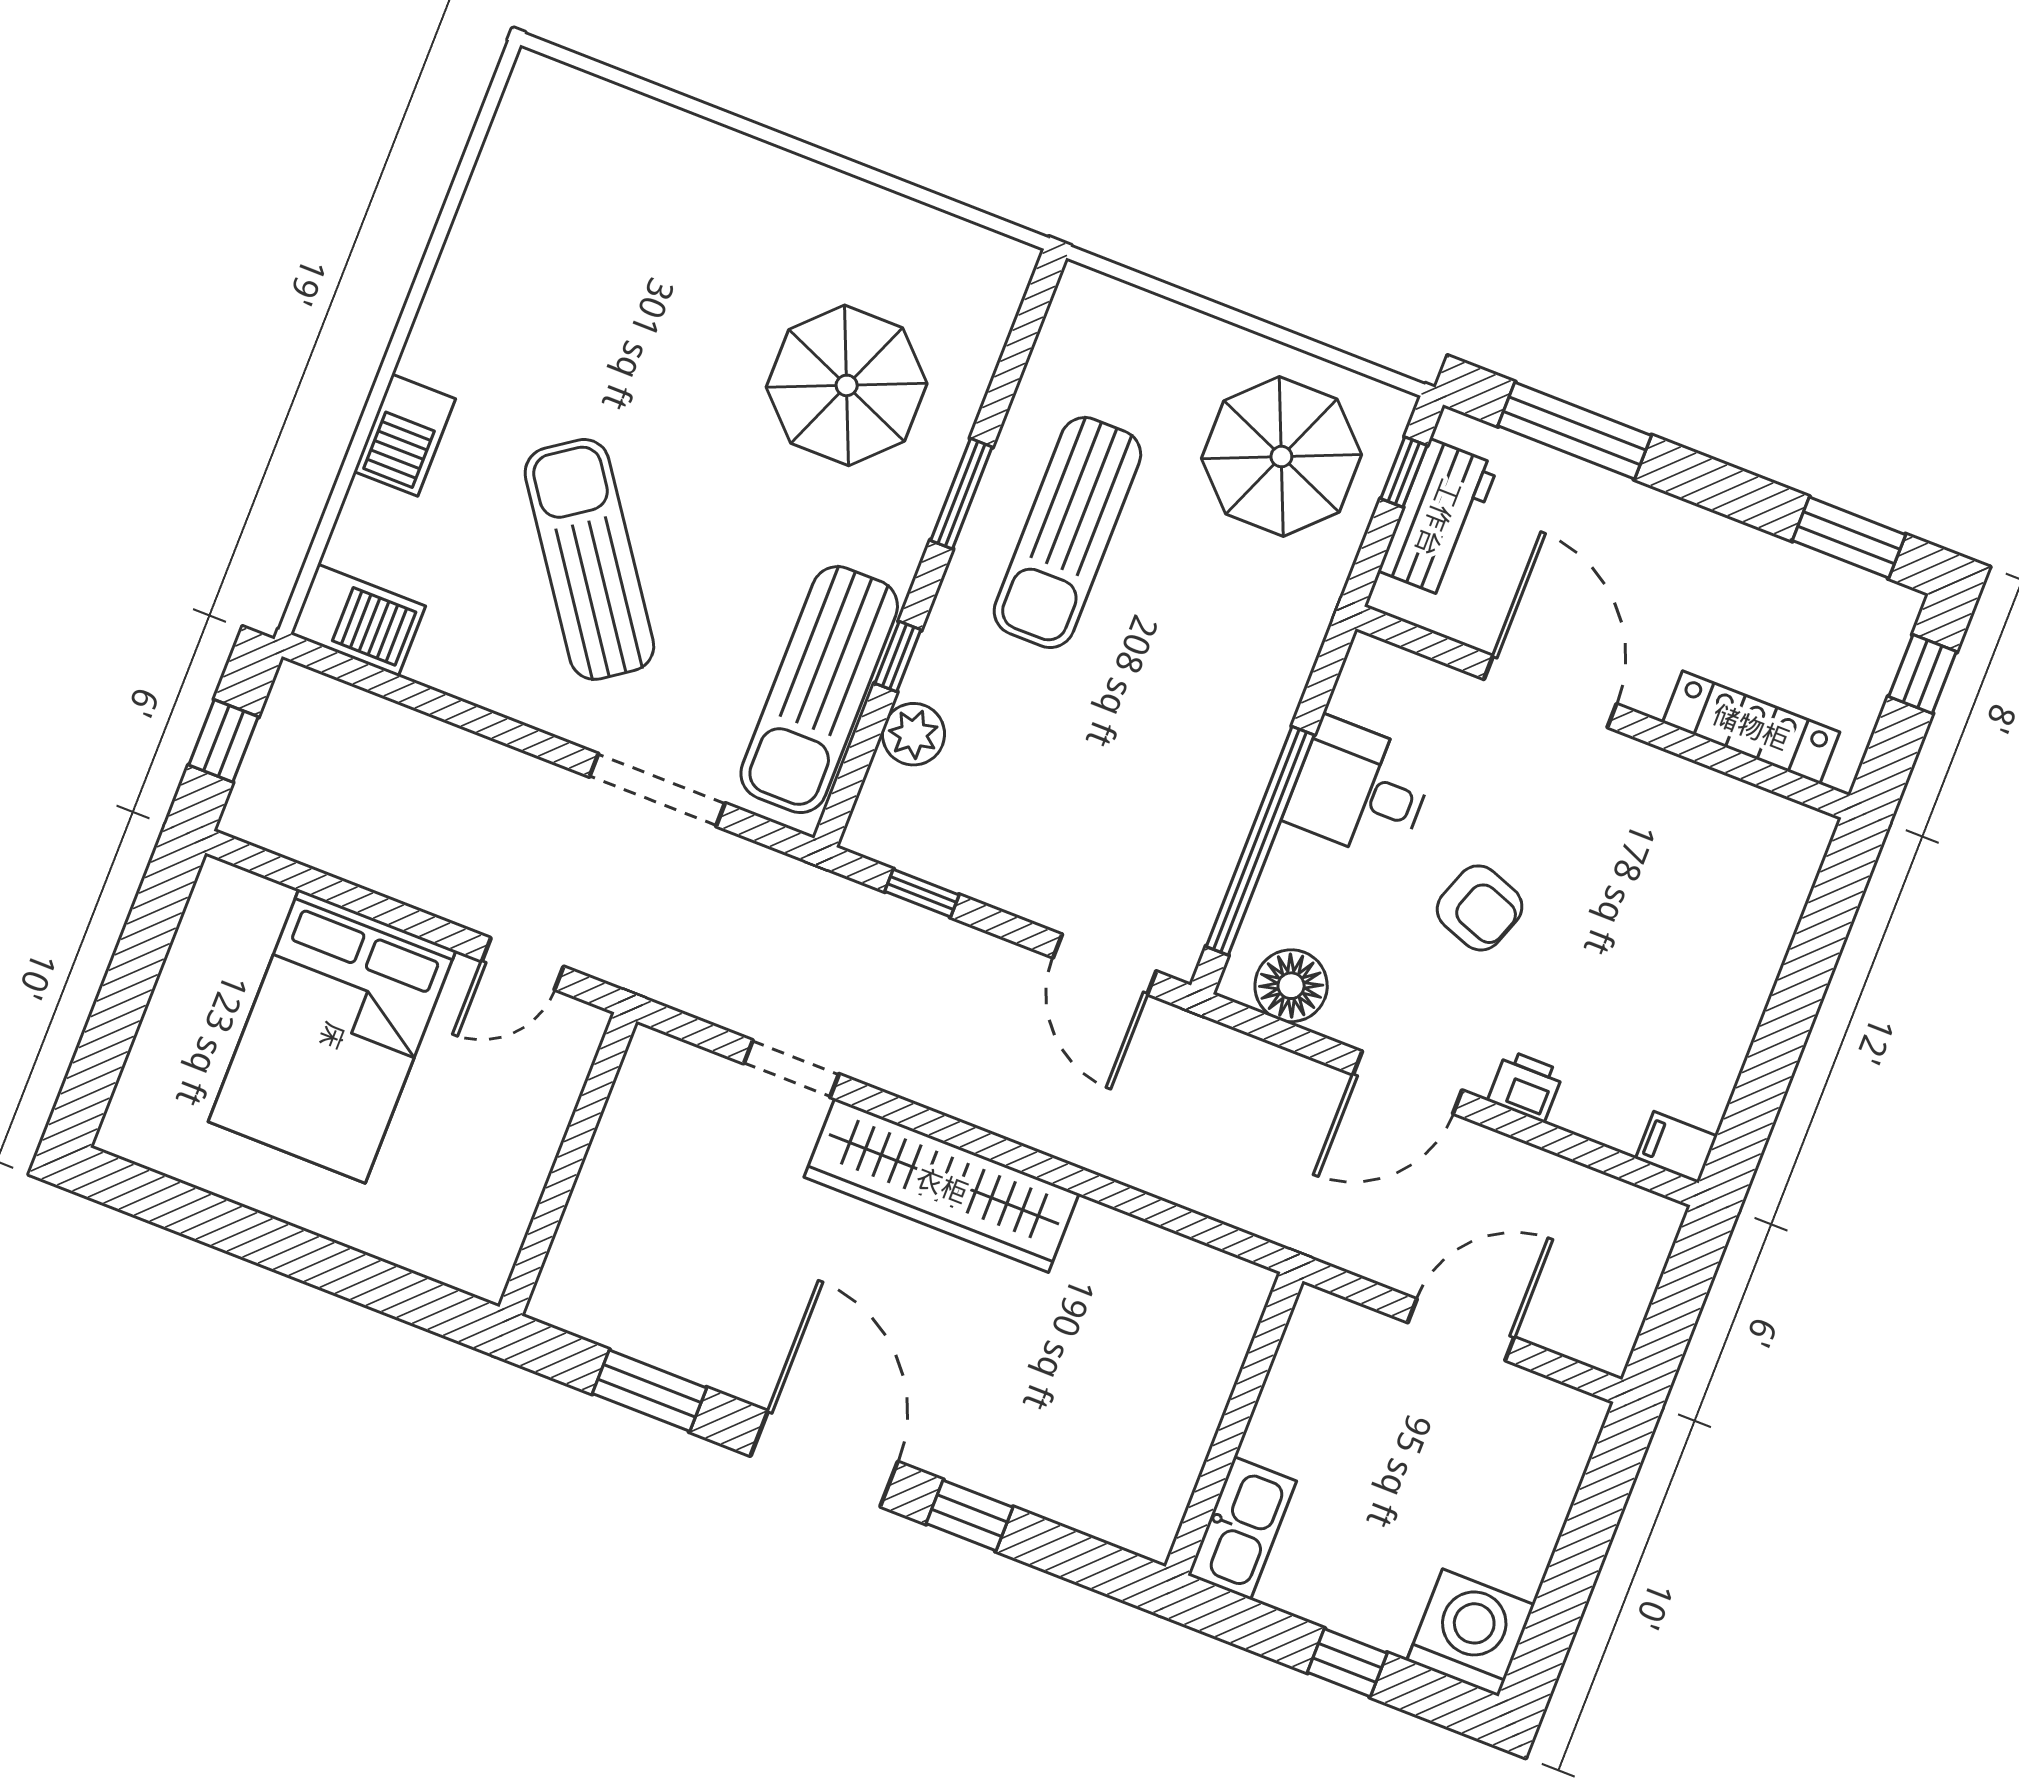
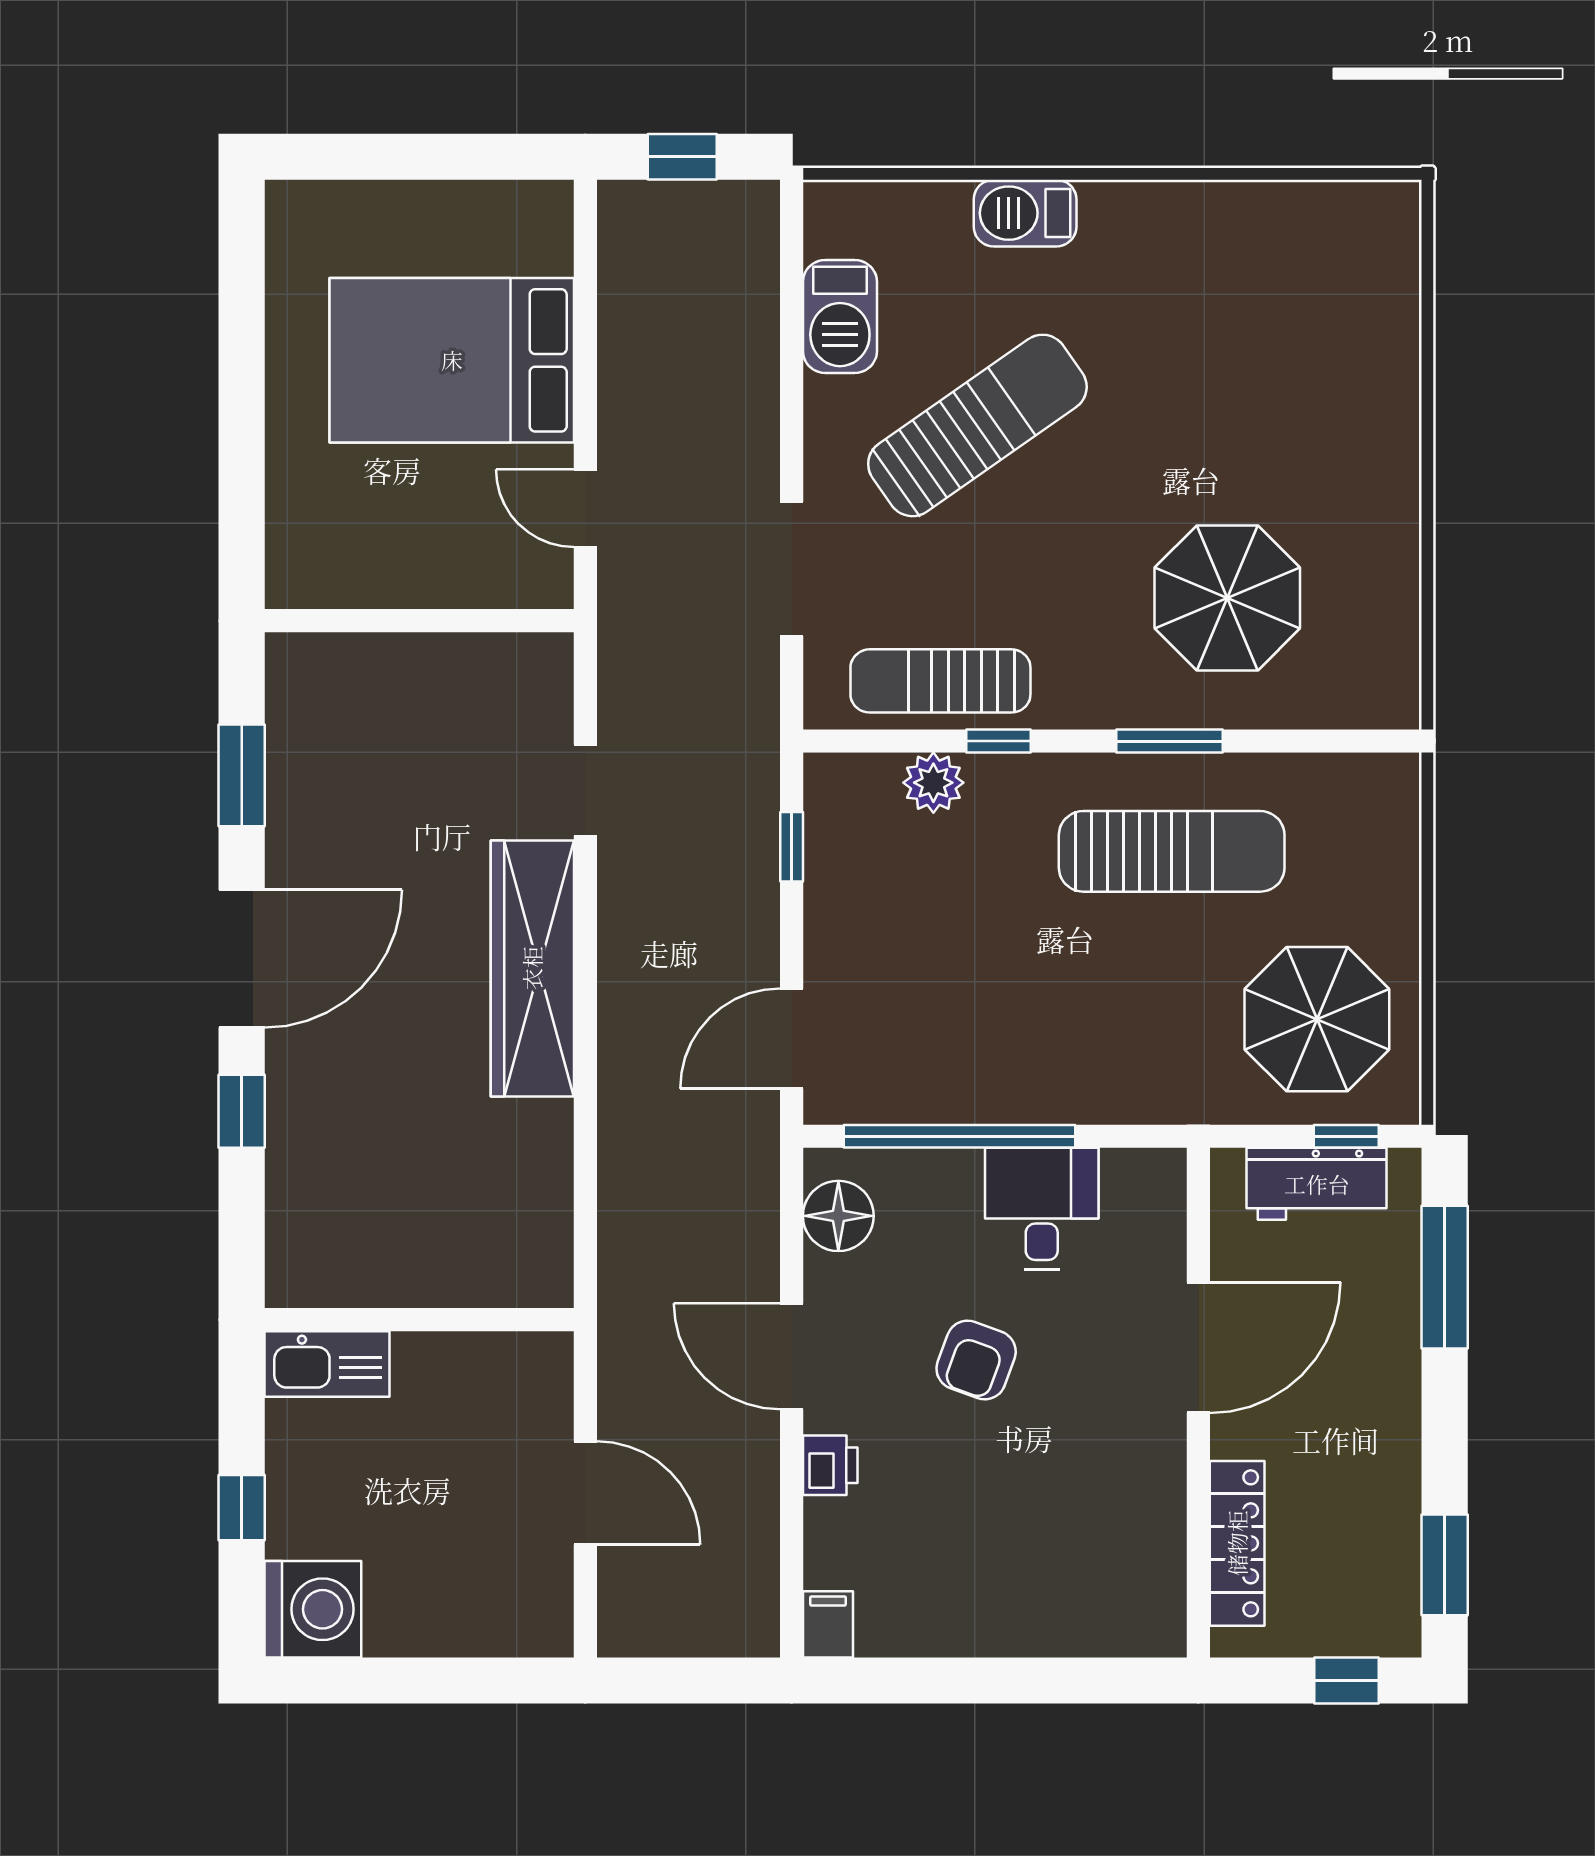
sun lounger: (1067, 533) -> (1172, 851), turned 180
barbecue: (358, 620) -> (840, 316), moved
sun lounger: (819, 690) -> (940, 681), width x0.73, depth x0.75

